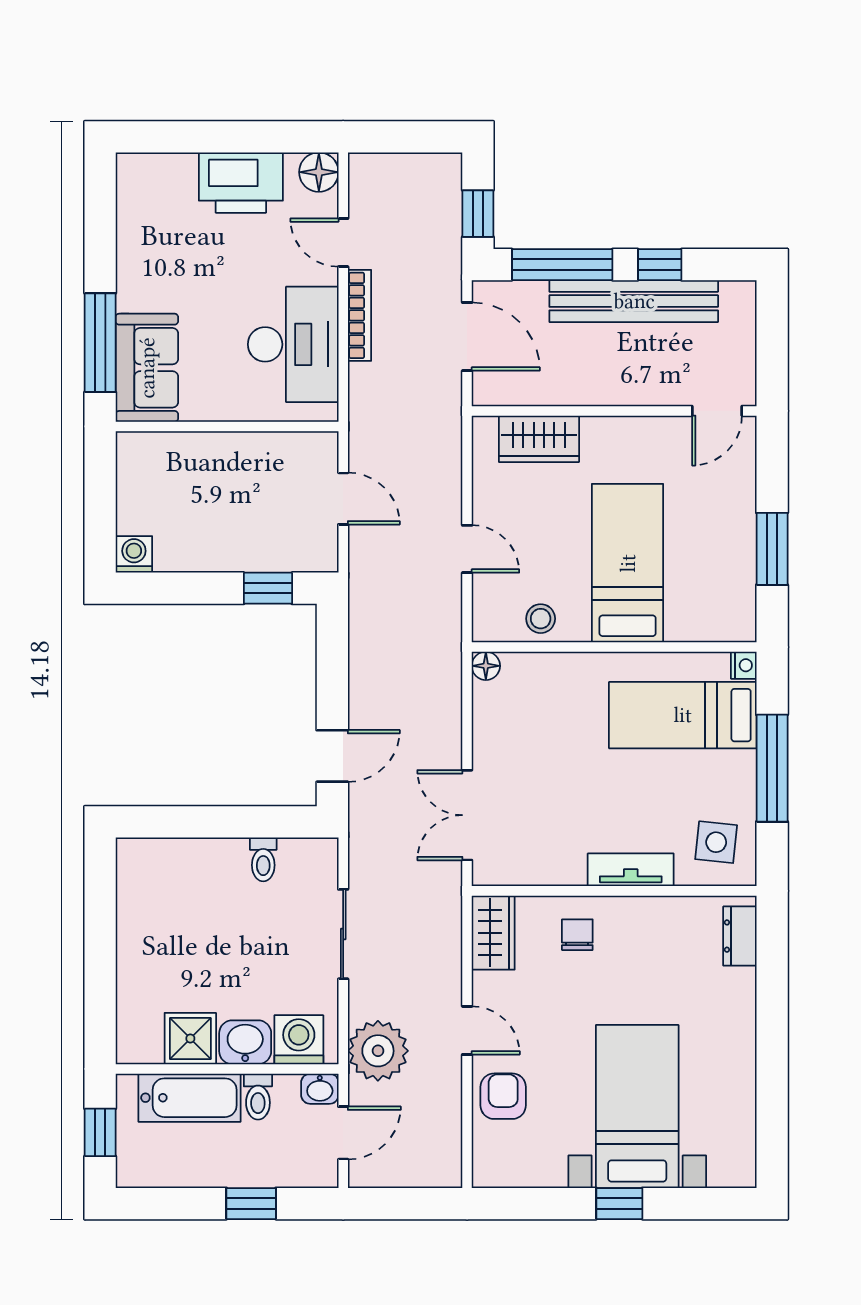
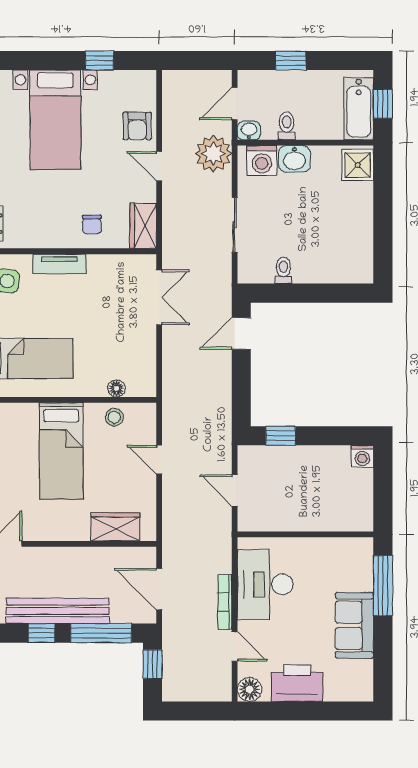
sofa: (147, 368) -> (354, 625), moved
floor lamp: (486, 666) -> (117, 388), moved
shower: (190, 1039) -> (358, 165), moved
bathtub: (189, 1098) -> (359, 109), moved, turned -90
window: (619, 1204) -> (99, 60), moved

